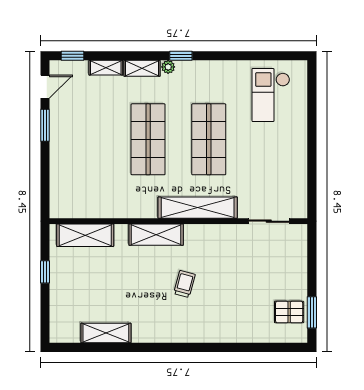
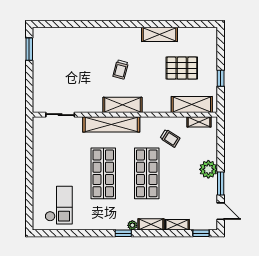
door: (45, 87) -> (221, 211), swing flipped
plant: (62, 145) -> (208, 169), added
trolley: (116, 188) -> (170, 138), added
shelving: (75, 211) -> (199, 122), added
shelving: (156, 235) -> (123, 105), moved
pallet: (289, 312) -> (182, 68), moved, width x1.50, depth x1.42
shelving: (106, 333) -> (159, 34), moved

